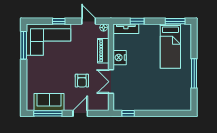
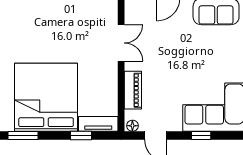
bed: (170, 46) -> (46, 97), width x2.04
nightstand: (120, 58) -> (108, 80), removed
armchair: (82, 81) -> (166, 44), removed

